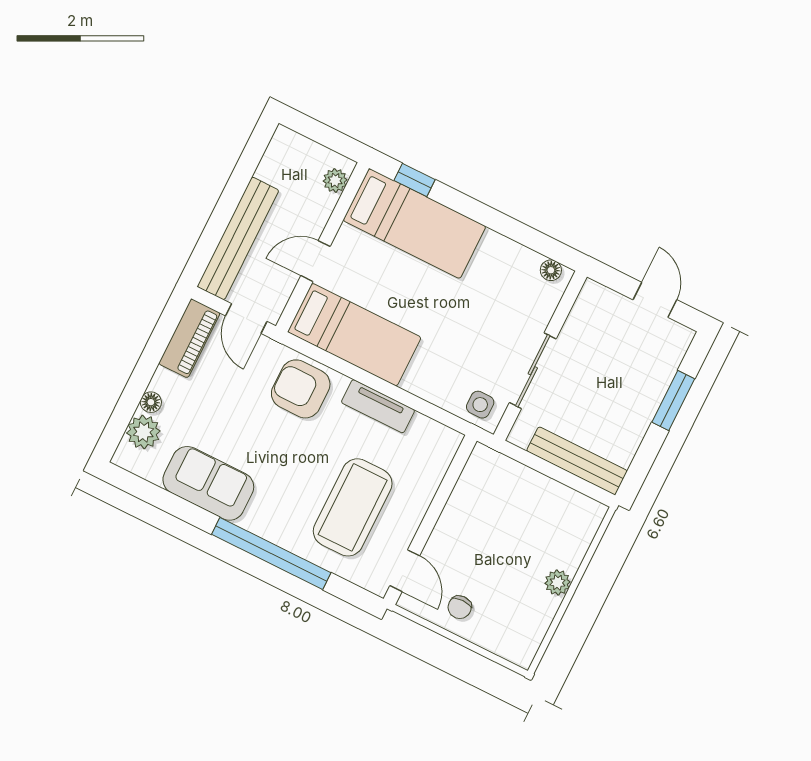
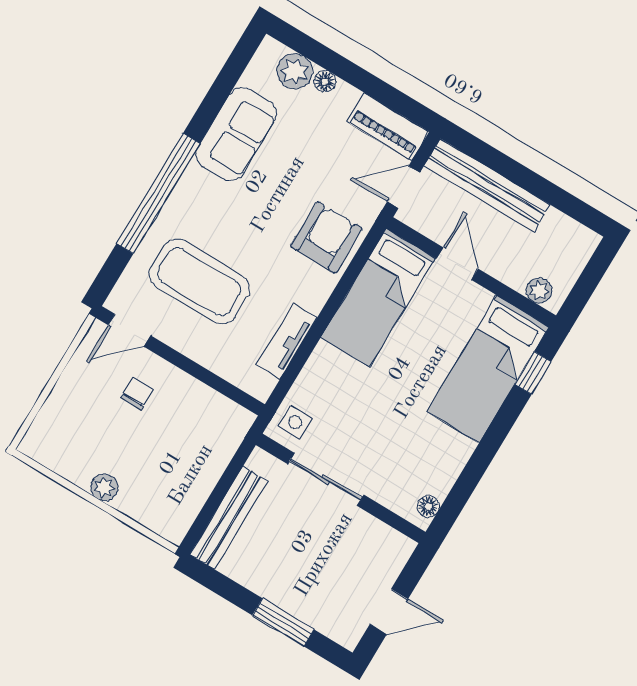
tv unit: (378, 406) -> (287, 341), moved
chair: (460, 607) -> (137, 394), moved, turned 90

